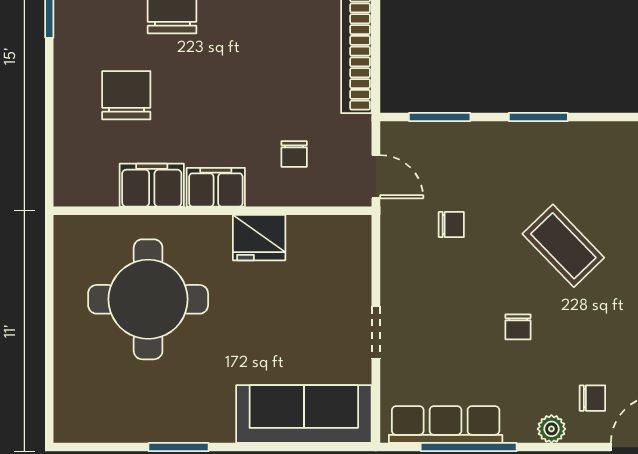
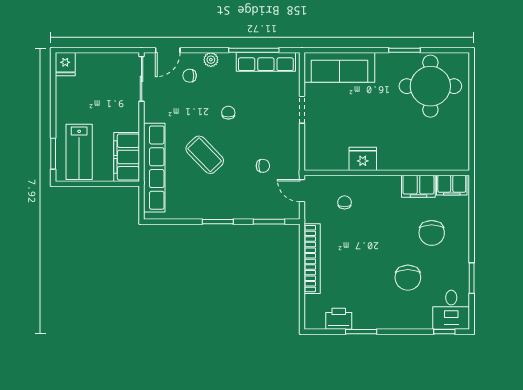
filing cabinet: (216, 187) -> (452, 185), moved
chair: (451, 225) -> (263, 166), turned 180
round table: (148, 299) -> (430, 86), moved

